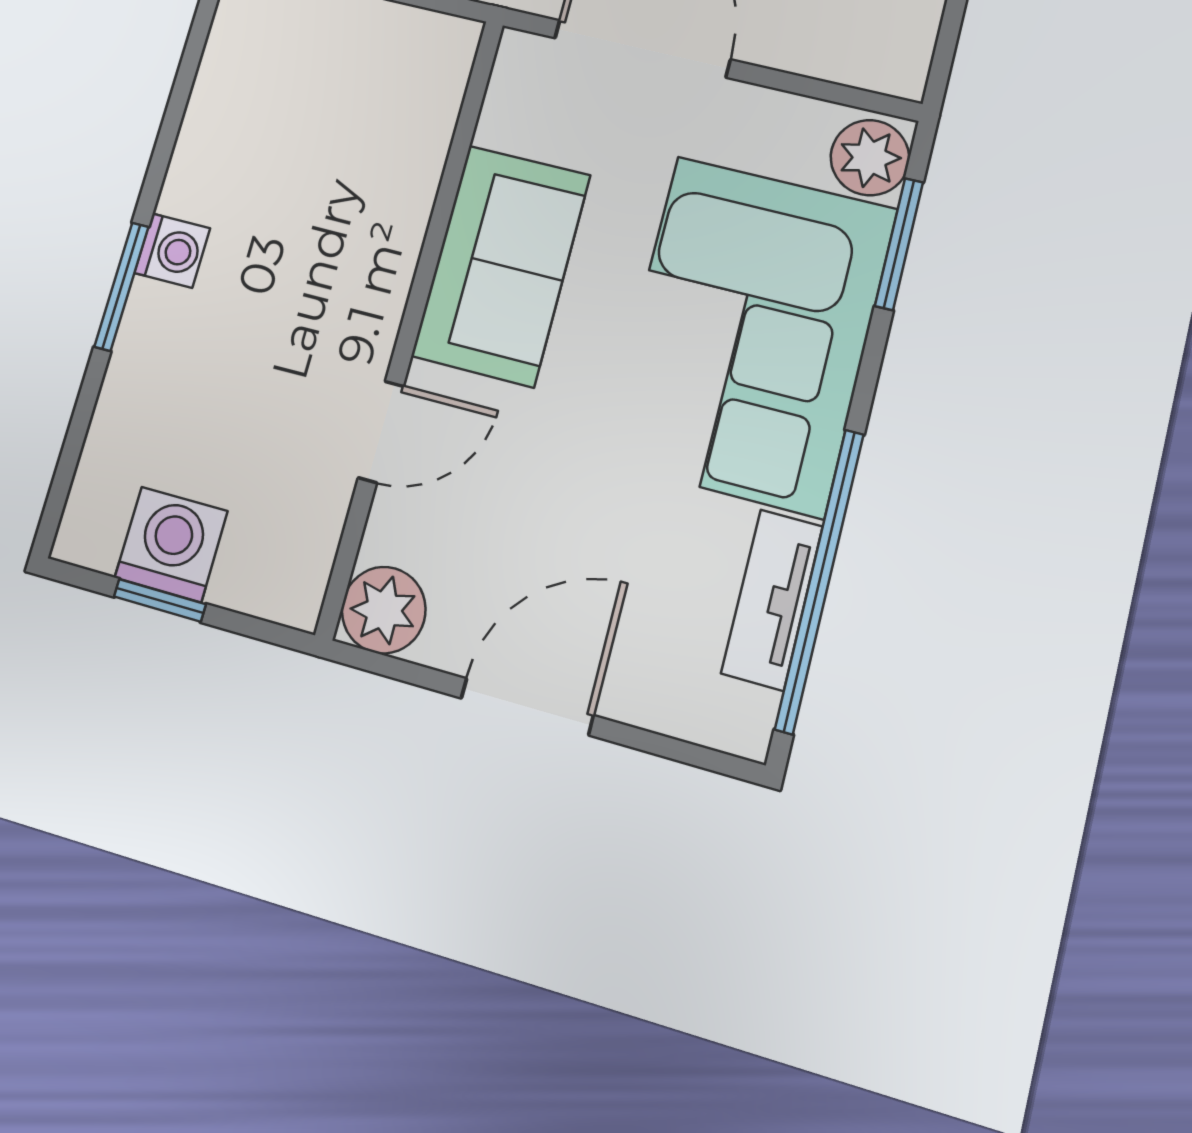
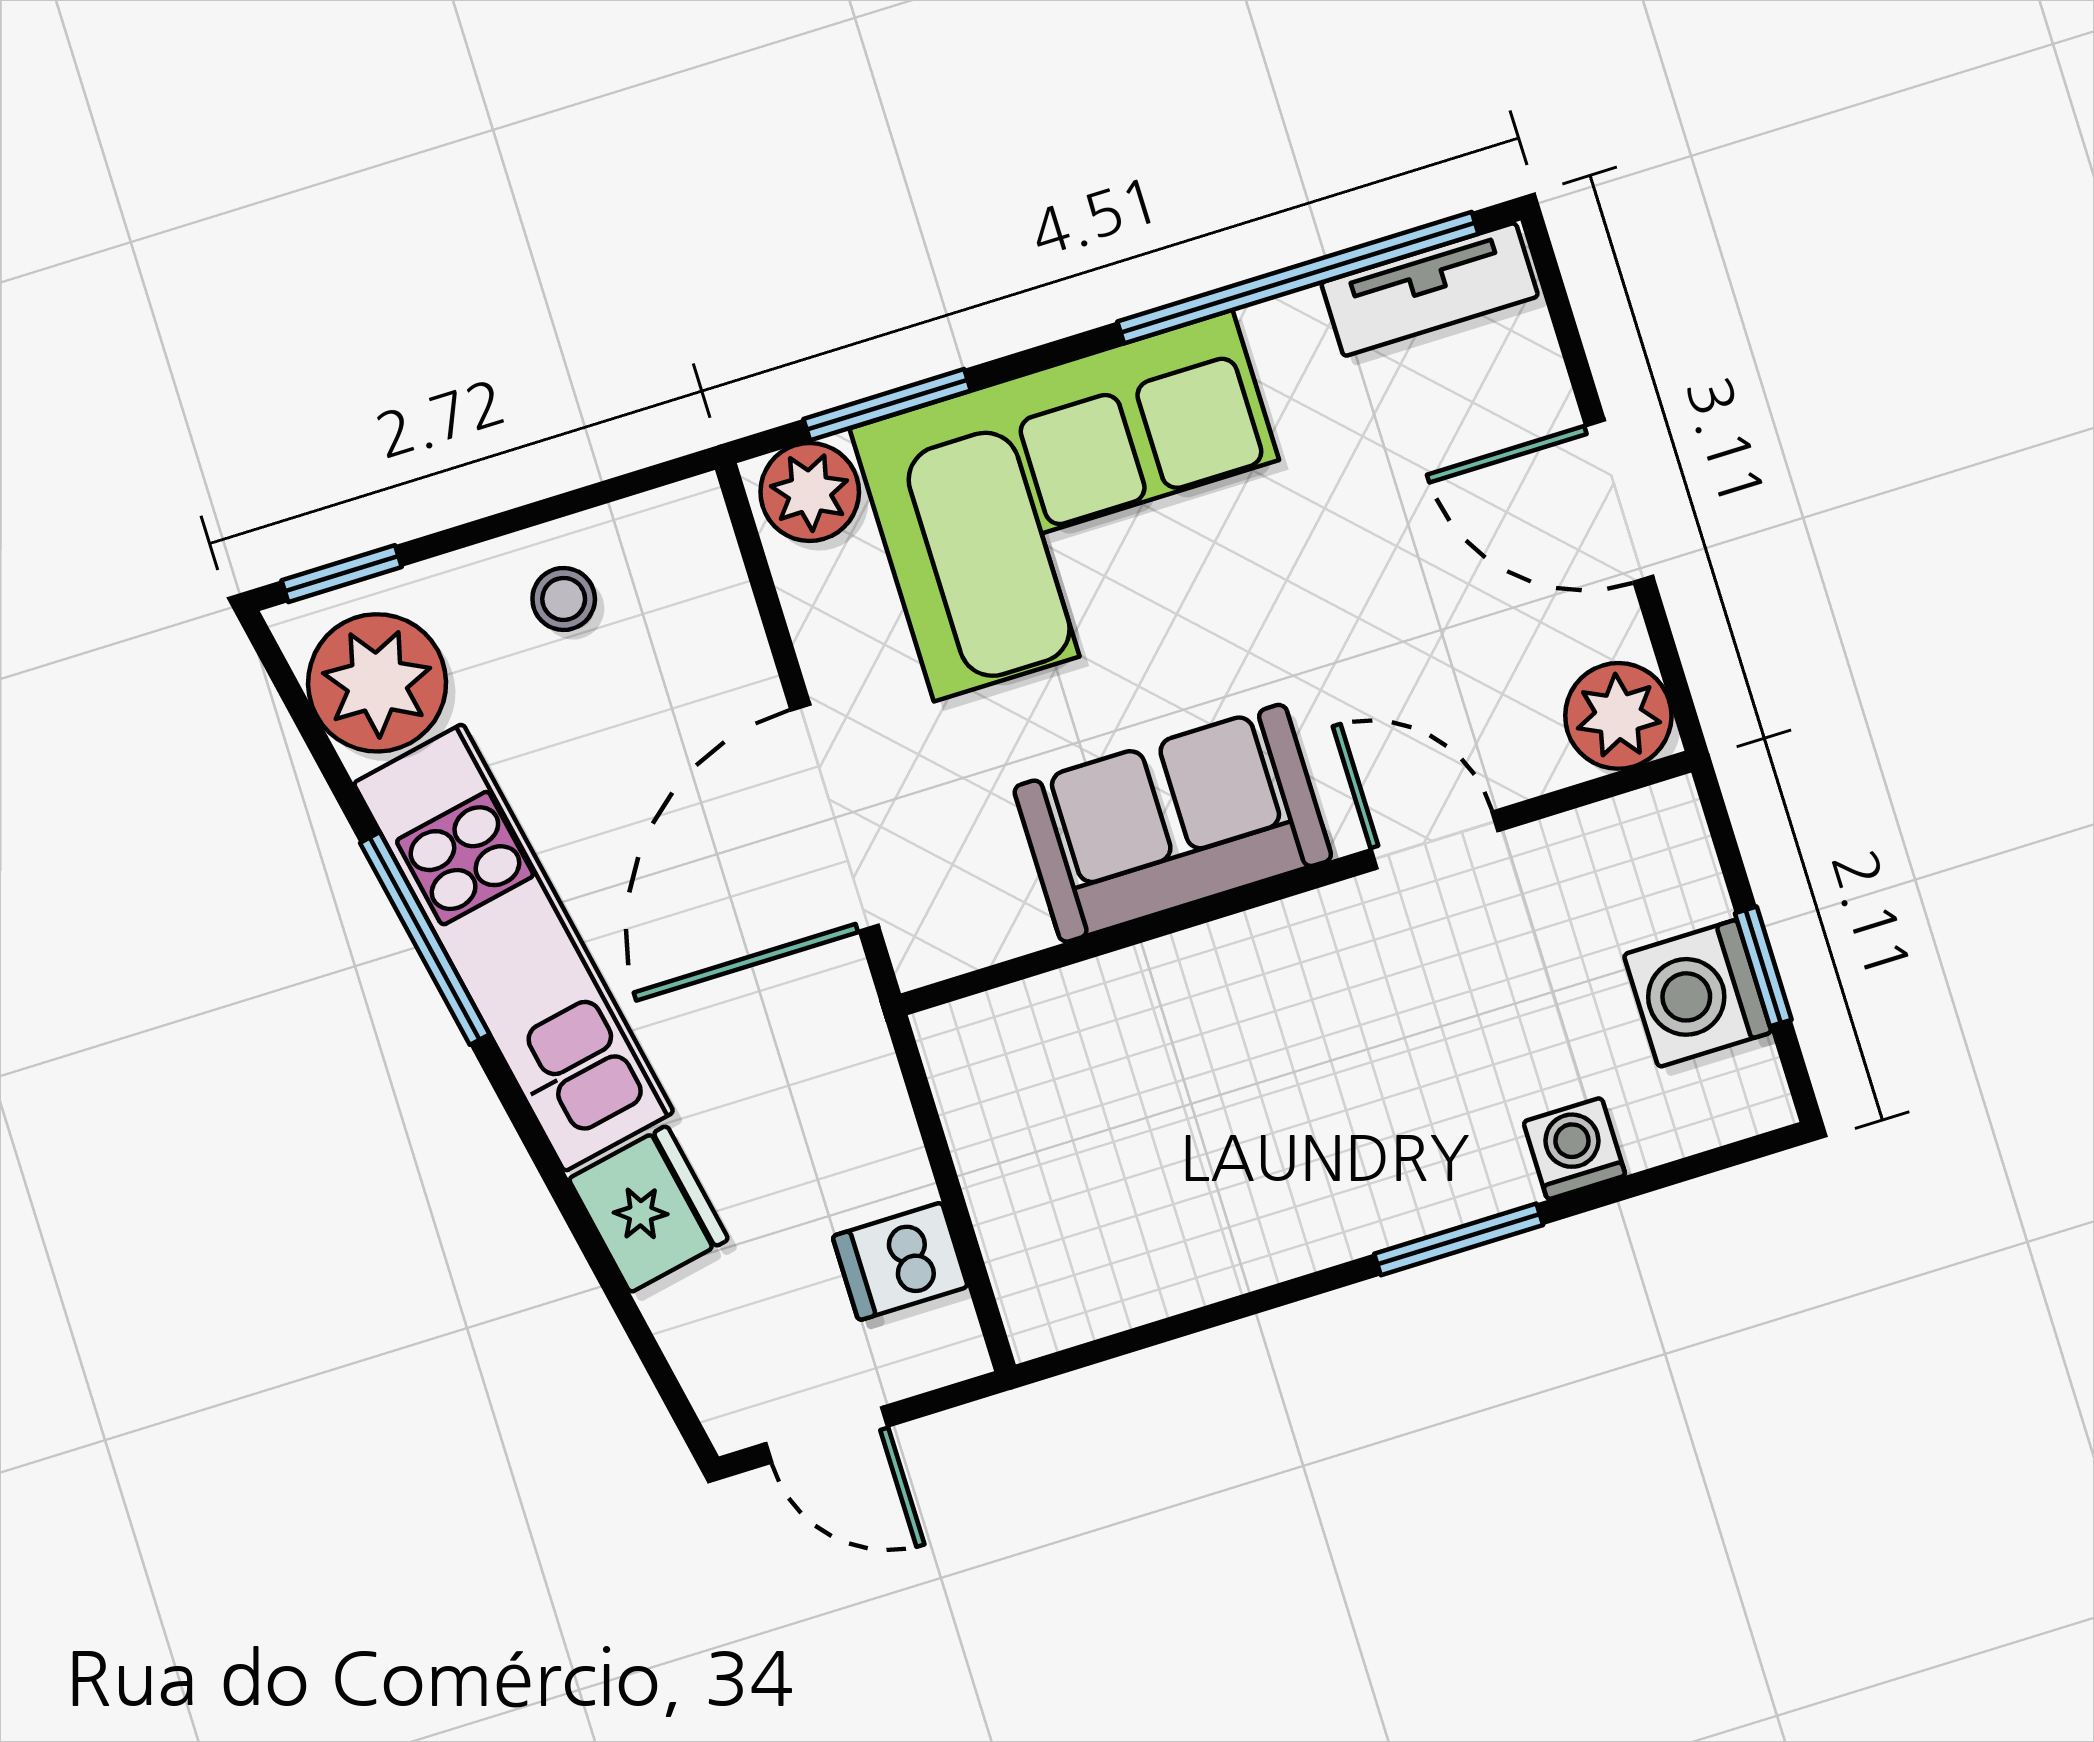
washing machine: (172, 251) -> (1574, 1149), moved
tv unit: (772, 600) -> (1430, 289), moved

